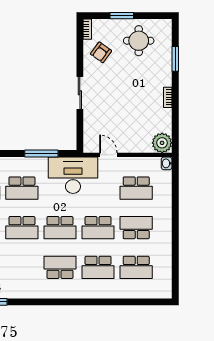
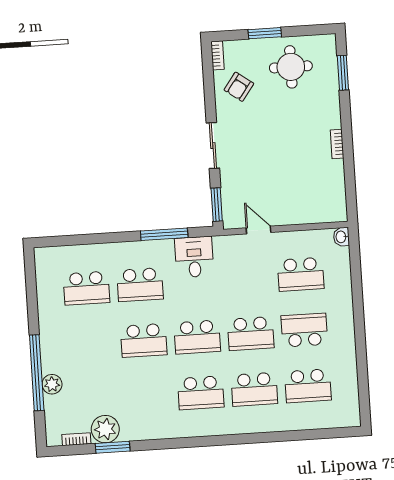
window: (175, 59) -> (343, 73), moved
window: (80, 135) -> (217, 205), added
plant: (162, 143) -> (333, 208), removed
desk: (73, 175) -> (194, 257), width x0.53, depth x0.77
school desk: (60, 267) -> (201, 393), turned 180

